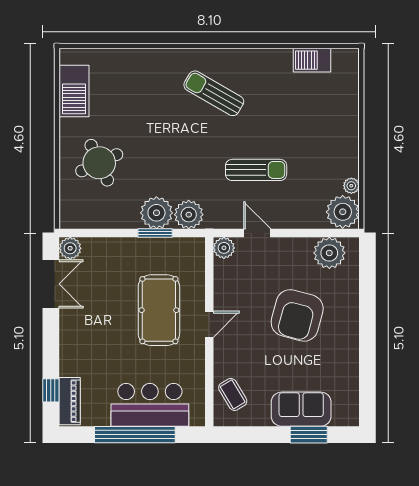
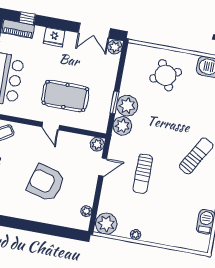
plant: (351, 186) -> (136, 235), moved
plant: (329, 253) -> (86, 211), width x0.53, depth x0.53
fridge: (72, 344) -> (54, 37), added

